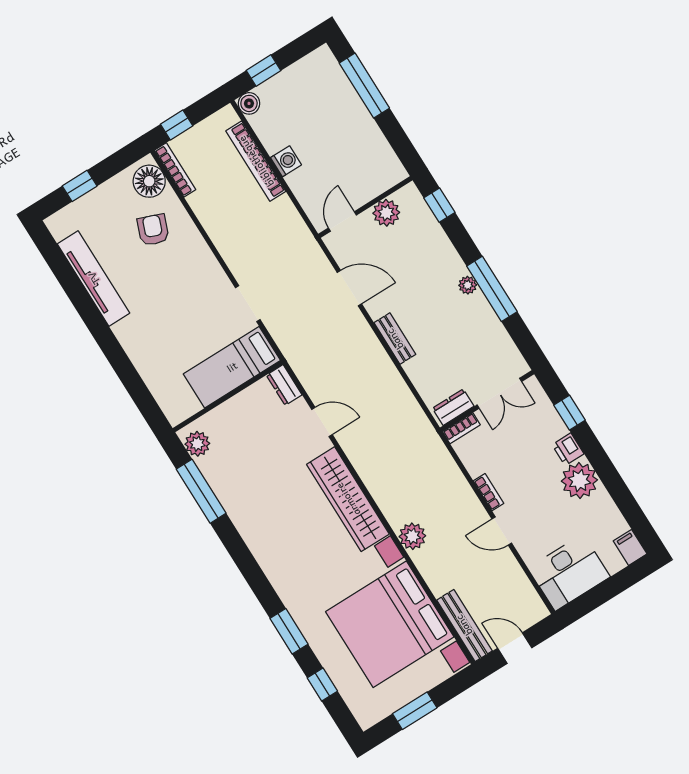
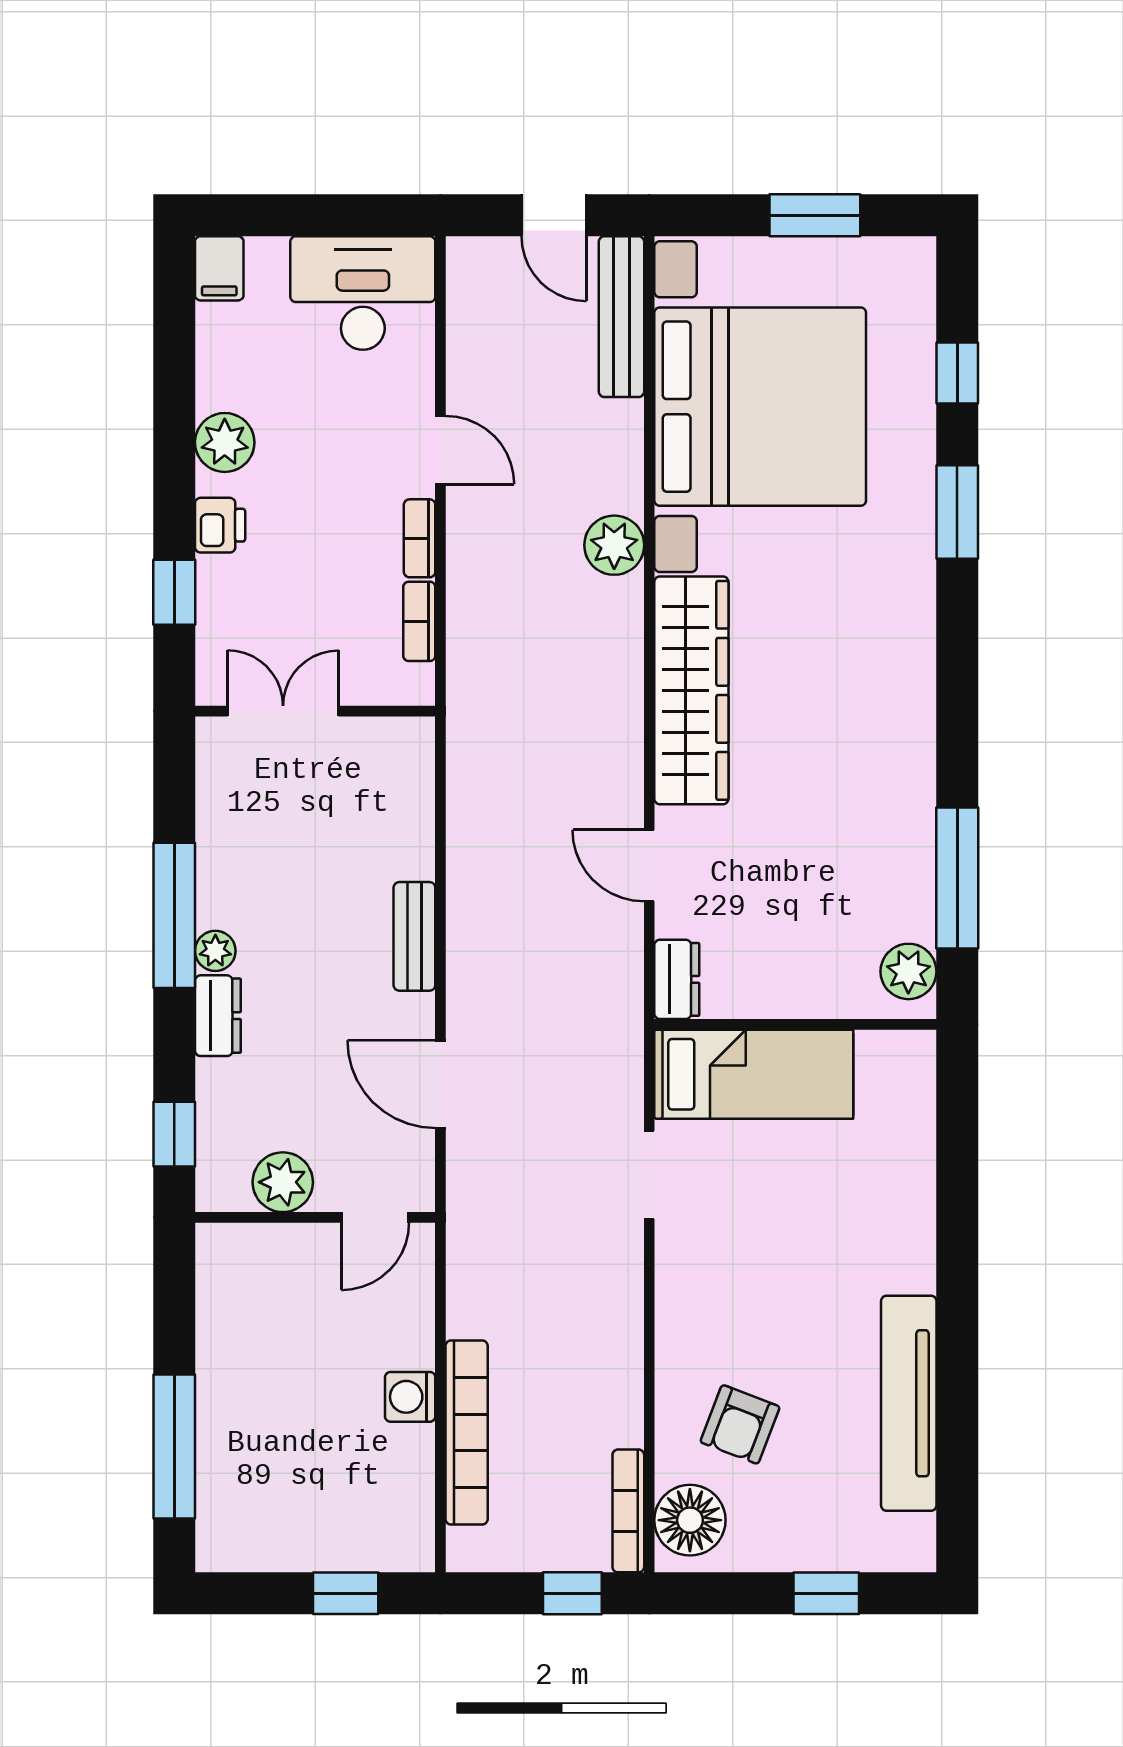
boiler: (249, 103) -> (411, 1549), removed
dresser: (453, 407) -> (218, 1016), moved, turned -90
bookcase: (461, 428) -> (419, 621), moved, turned -90
plant: (579, 481) -> (225, 442), width x0.73, depth x0.73

